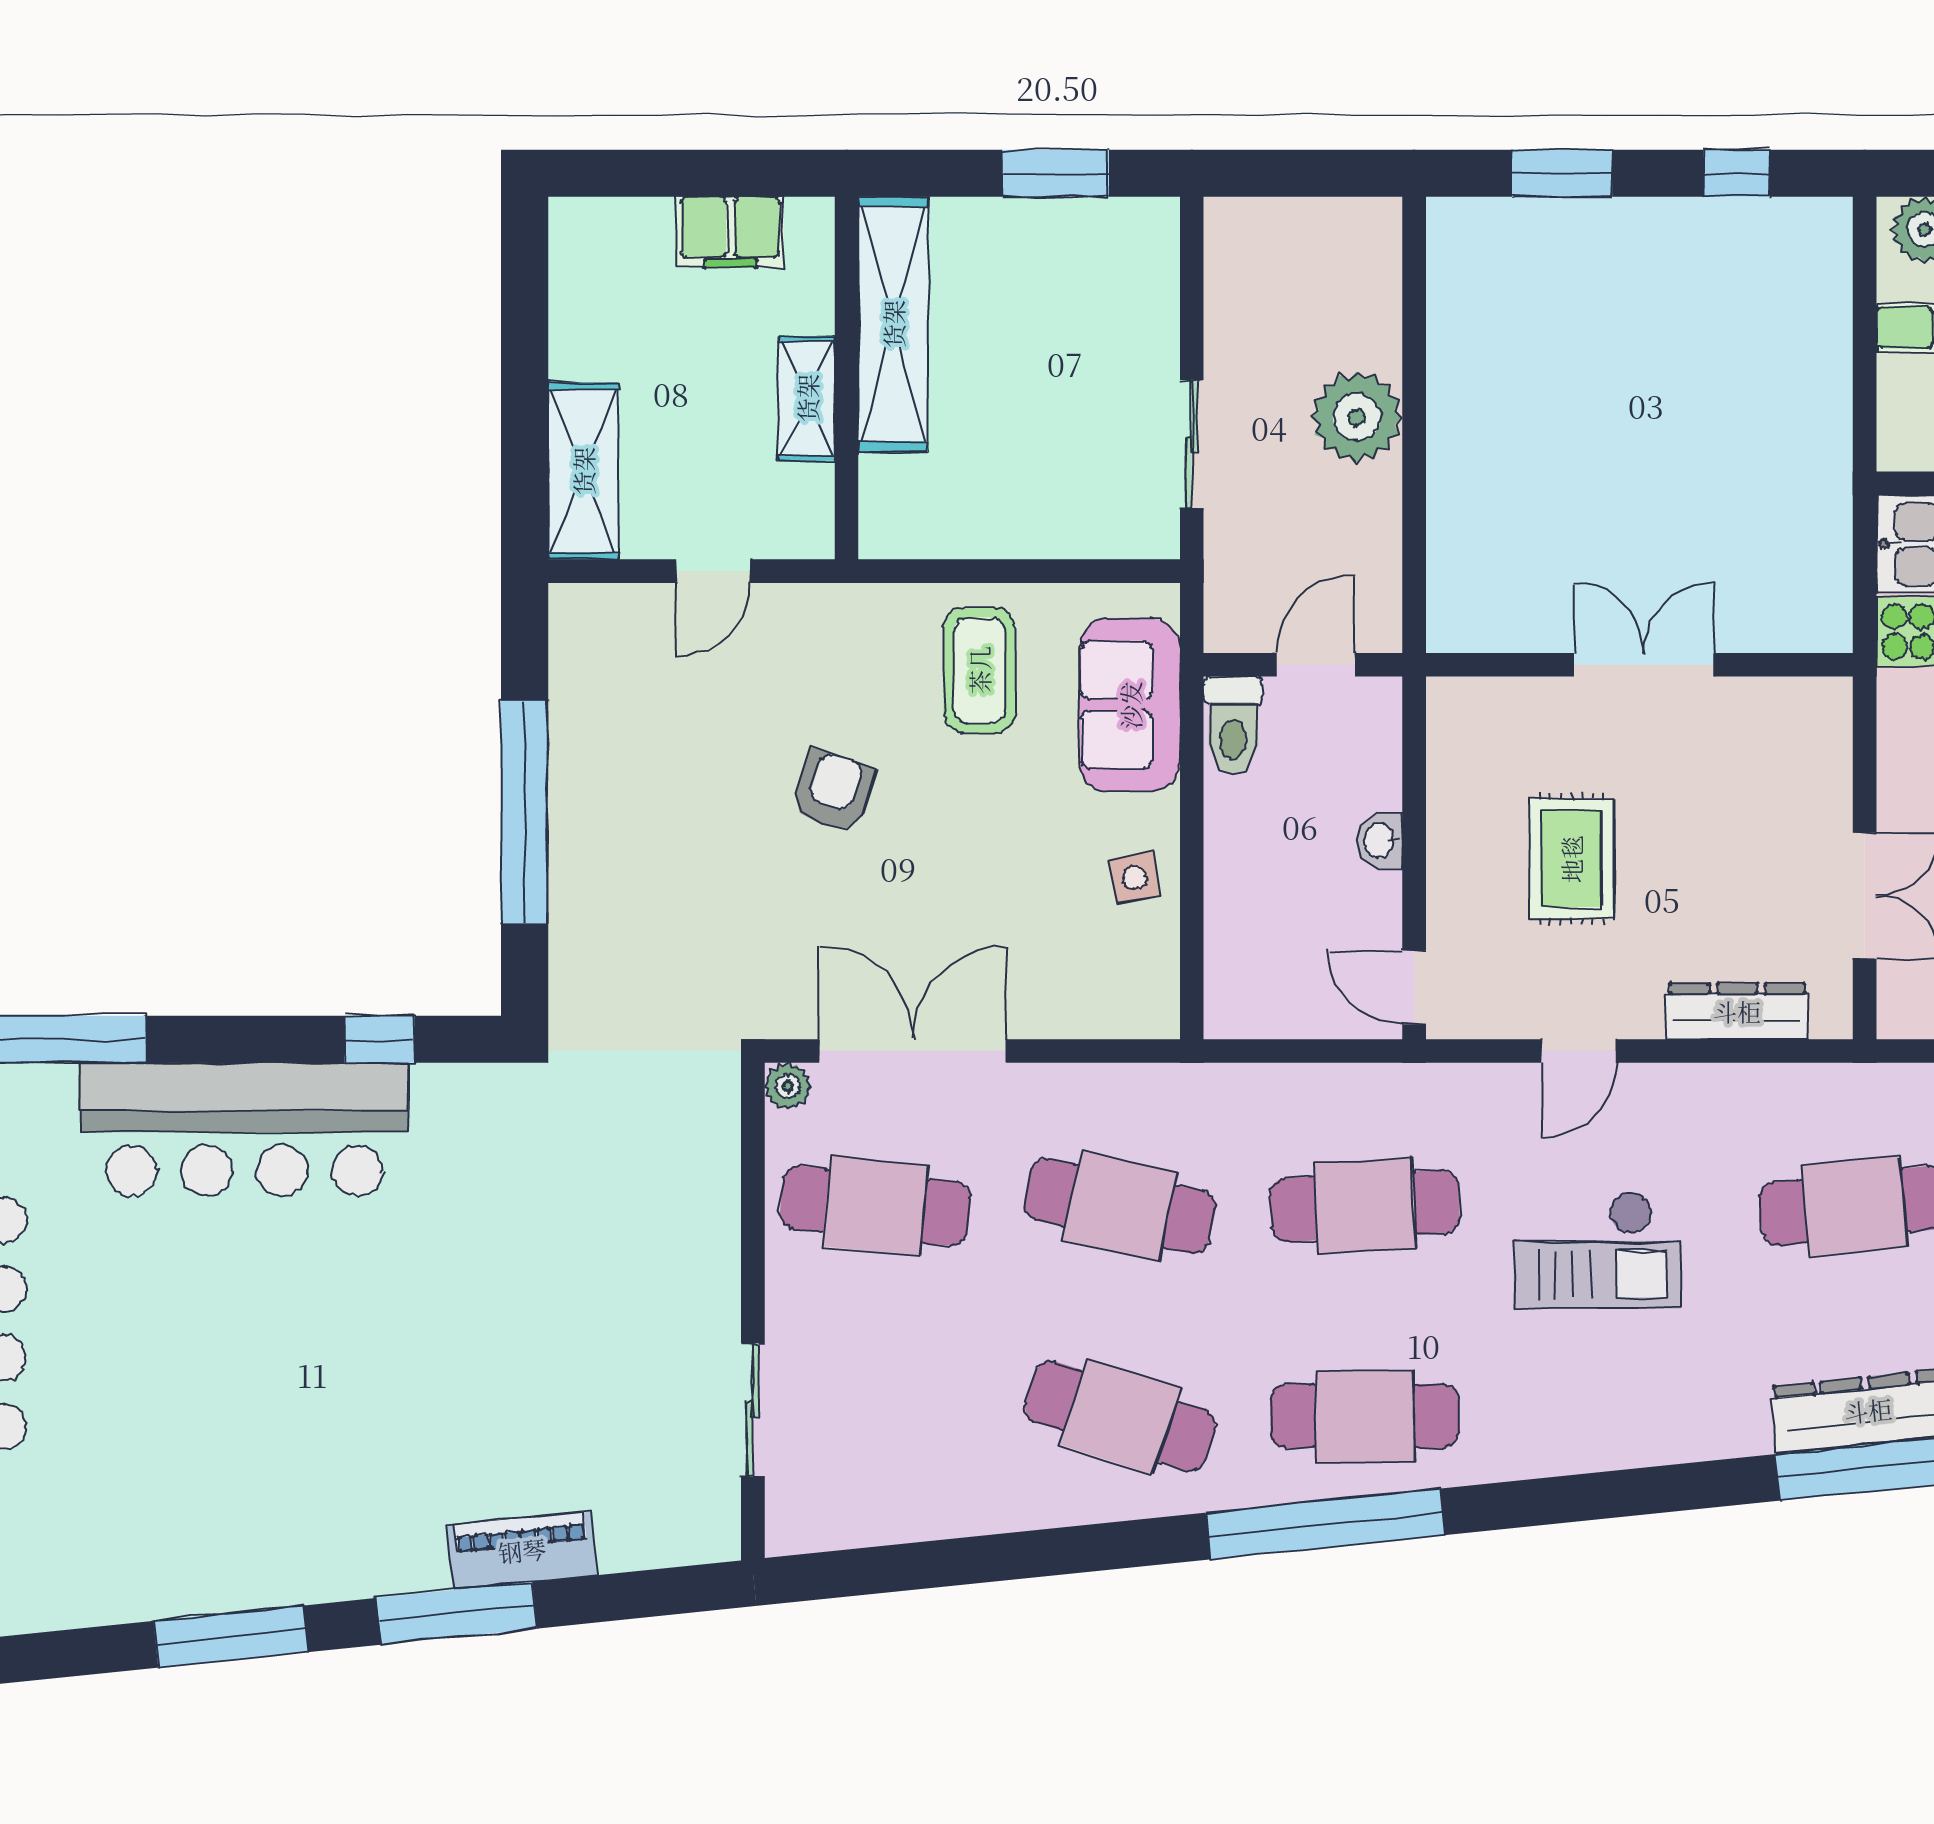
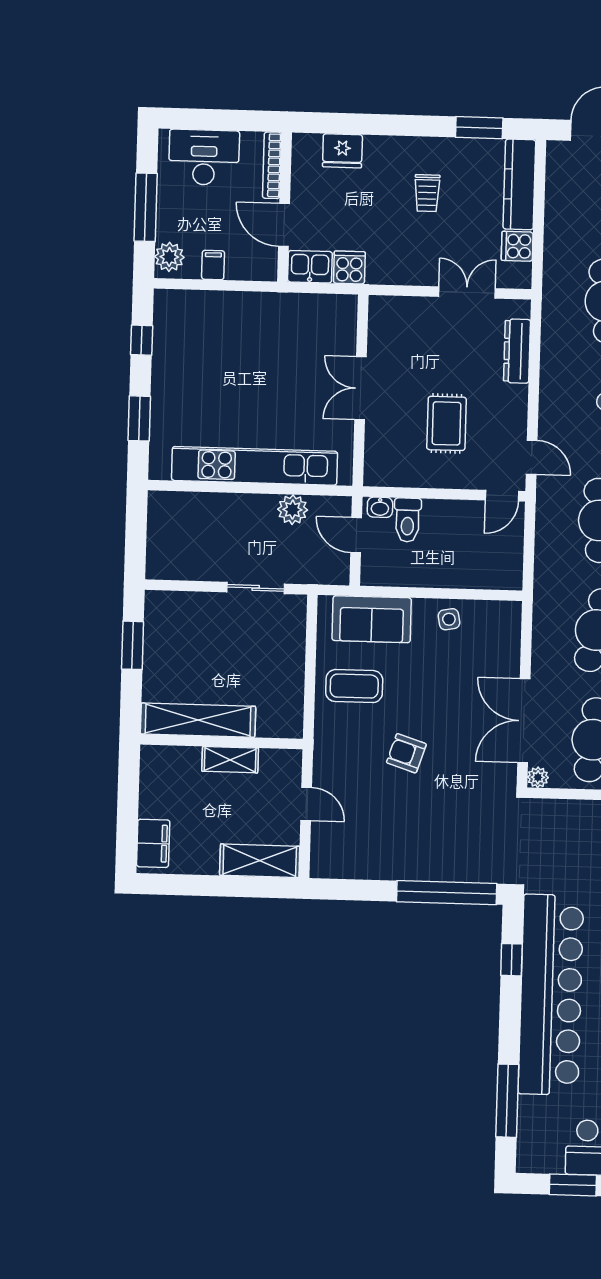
filing cabinet: (730, 232) -> (153, 843), moved
plant: (1357, 417) -> (293, 510), moved, width x0.73, depth x0.73
kitchen unit: (1464, 433) -> (255, 466), added
toilet: (1233, 726) -> (408, 520), moved, turned 90
window: (525, 812) -> (447, 893), moved
washbasin: (1380, 841) -> (380, 507), moved
rug: (1571, 859) -> (447, 423), turned 90
door: (1579, 1051) -> (532, 457), moved
bar counter: (244, 1129) -> (551, 995), width x1.36

